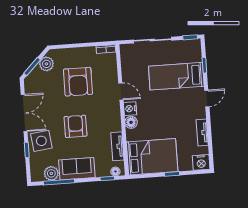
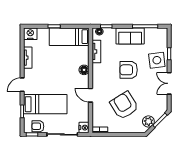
armchair: (183, 48) -> (38, 126), added
armchair: (78, 82) -> (124, 105), turned -32
nightstand: (130, 109) -> (84, 128), moved
double door: (24, 113) -> (169, 83), width x0.73
armchair: (76, 126) -> (129, 70), turned 90
bed: (152, 157) -> (69, 37), width x0.67
plant: (51, 173) -> (151, 34), removed

